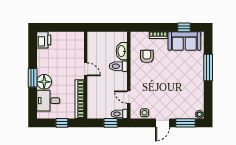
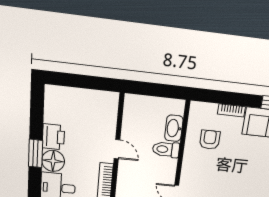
printer: (44, 40) -> (53, 137), moved

